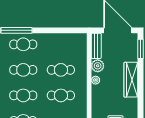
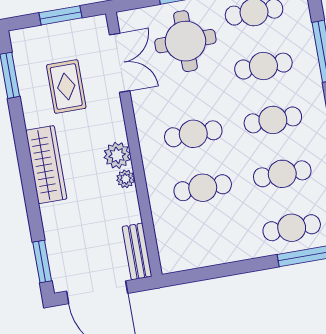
plant: (98, 66) -> (117, 155), moved
wardrobe: (131, 80) -> (46, 165), moved

